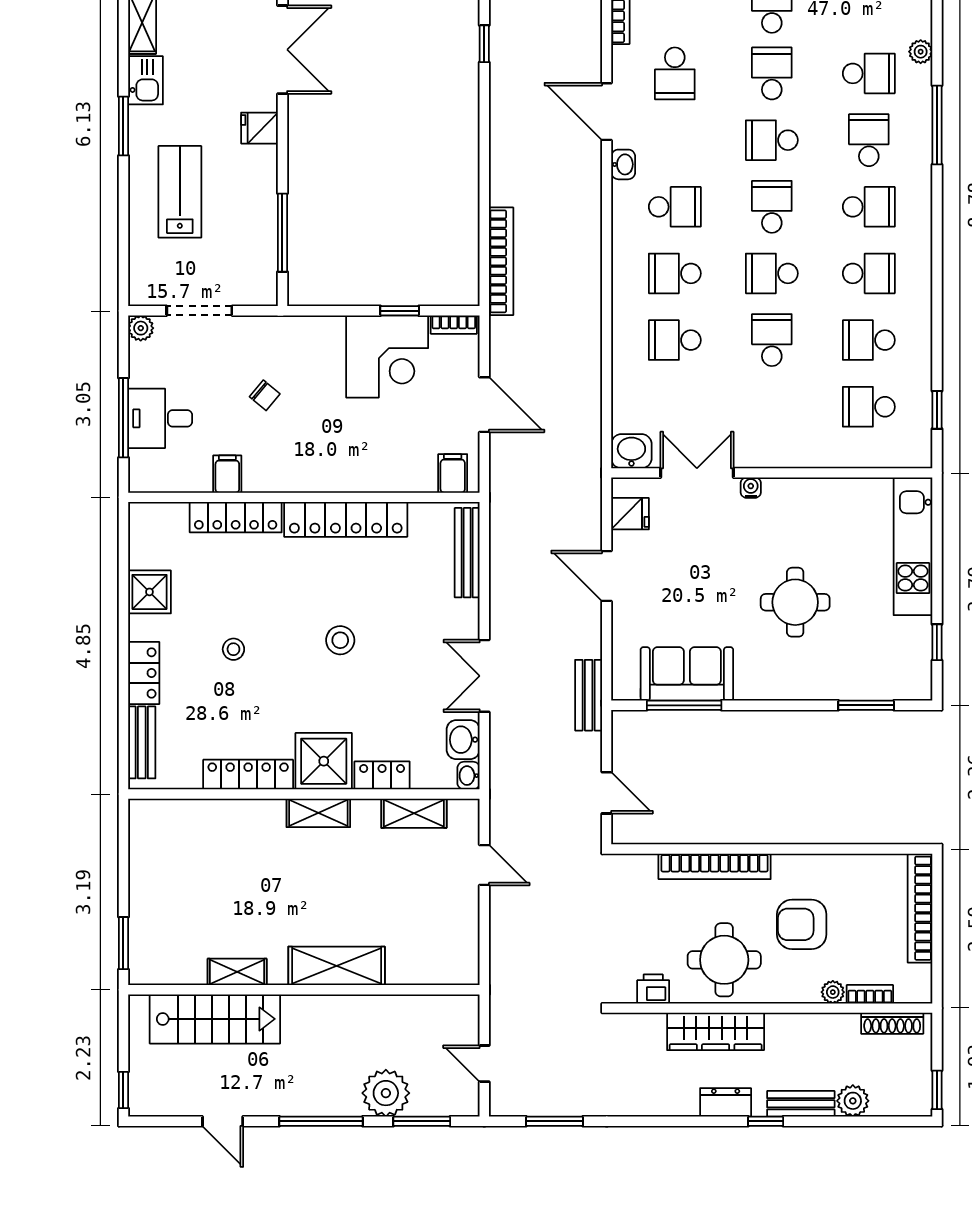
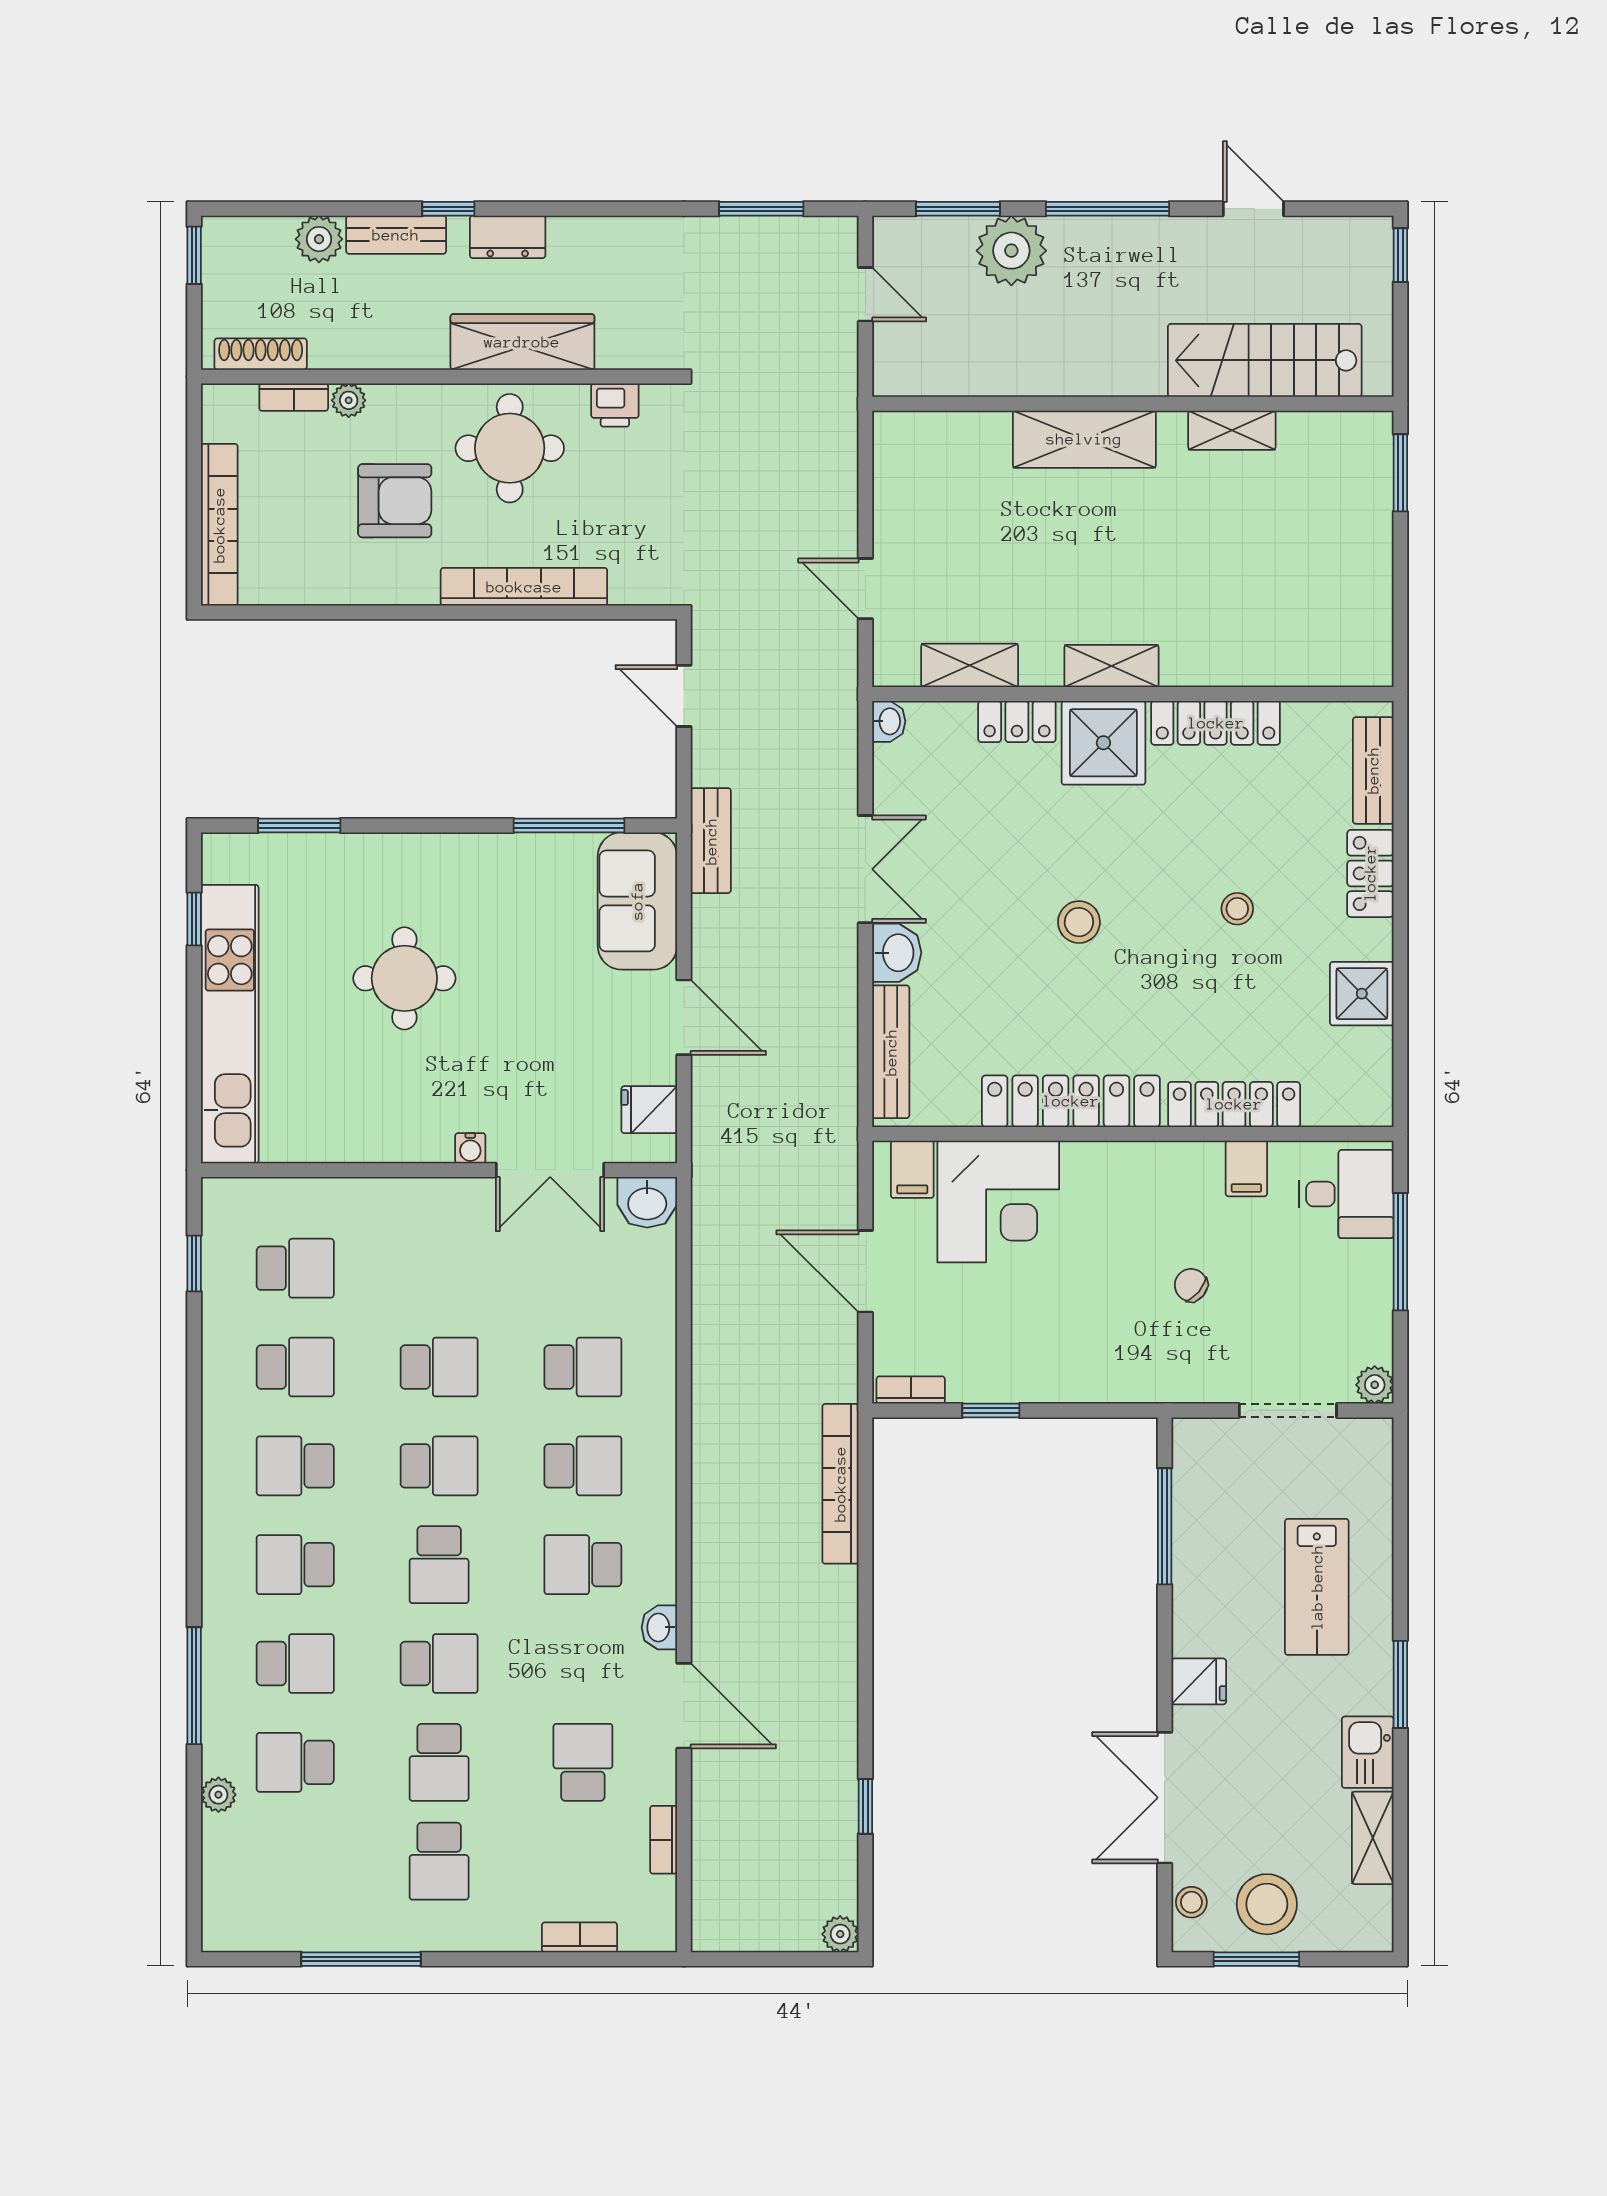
school desk: (869, 140) -> (295, 1663), turned -90
school desk: (772, 340) -> (439, 1367), turned -90
corner desk: (387, 356) -> (998, 1202), moved, turned 180
desk: (160, 418) -> (1346, 1194), moved
kitchen unit: (913, 546) -> (230, 1024), width x1.36
sofa: (687, 674) -> (637, 901), moved, turned 90
washbasin: (463, 740) -> (897, 953), moved

